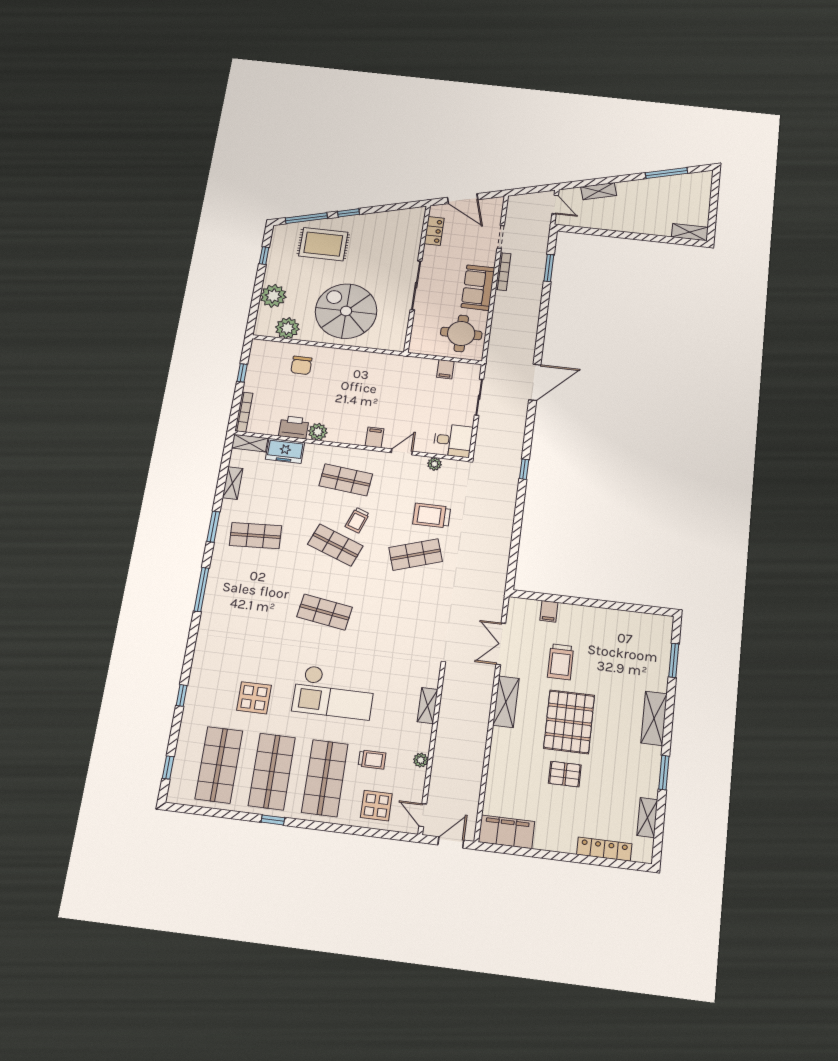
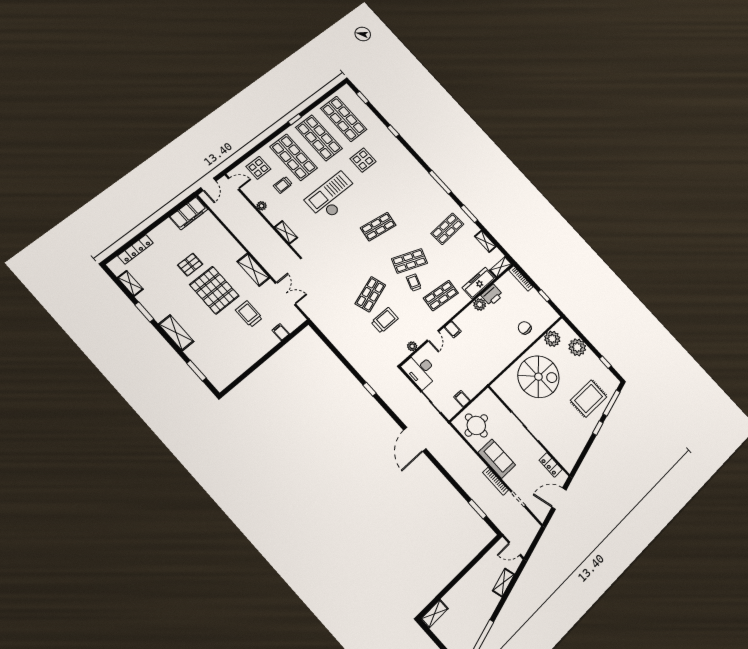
desk: (453, 440) -> (420, 370), width x1.37
freezer: (285, 451) -> (479, 283), width x1.40

